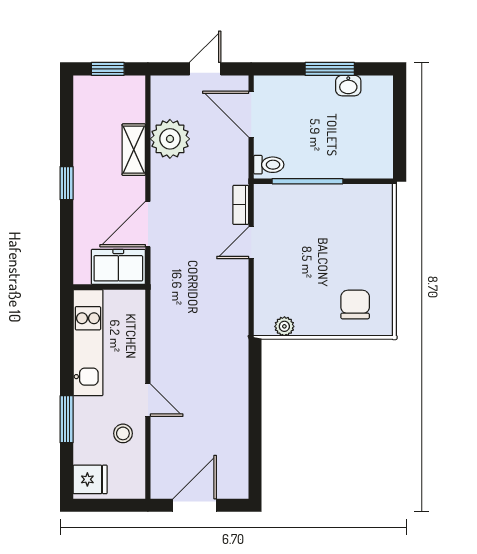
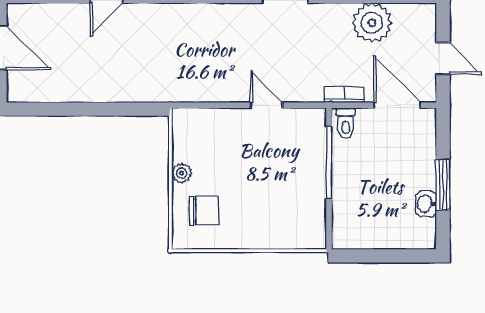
door: (251, 114) -> (397, 105), hinge flipped
bookcase: (241, 205) -> (344, 95), moved
plant: (284, 326) -> (182, 173), moved

